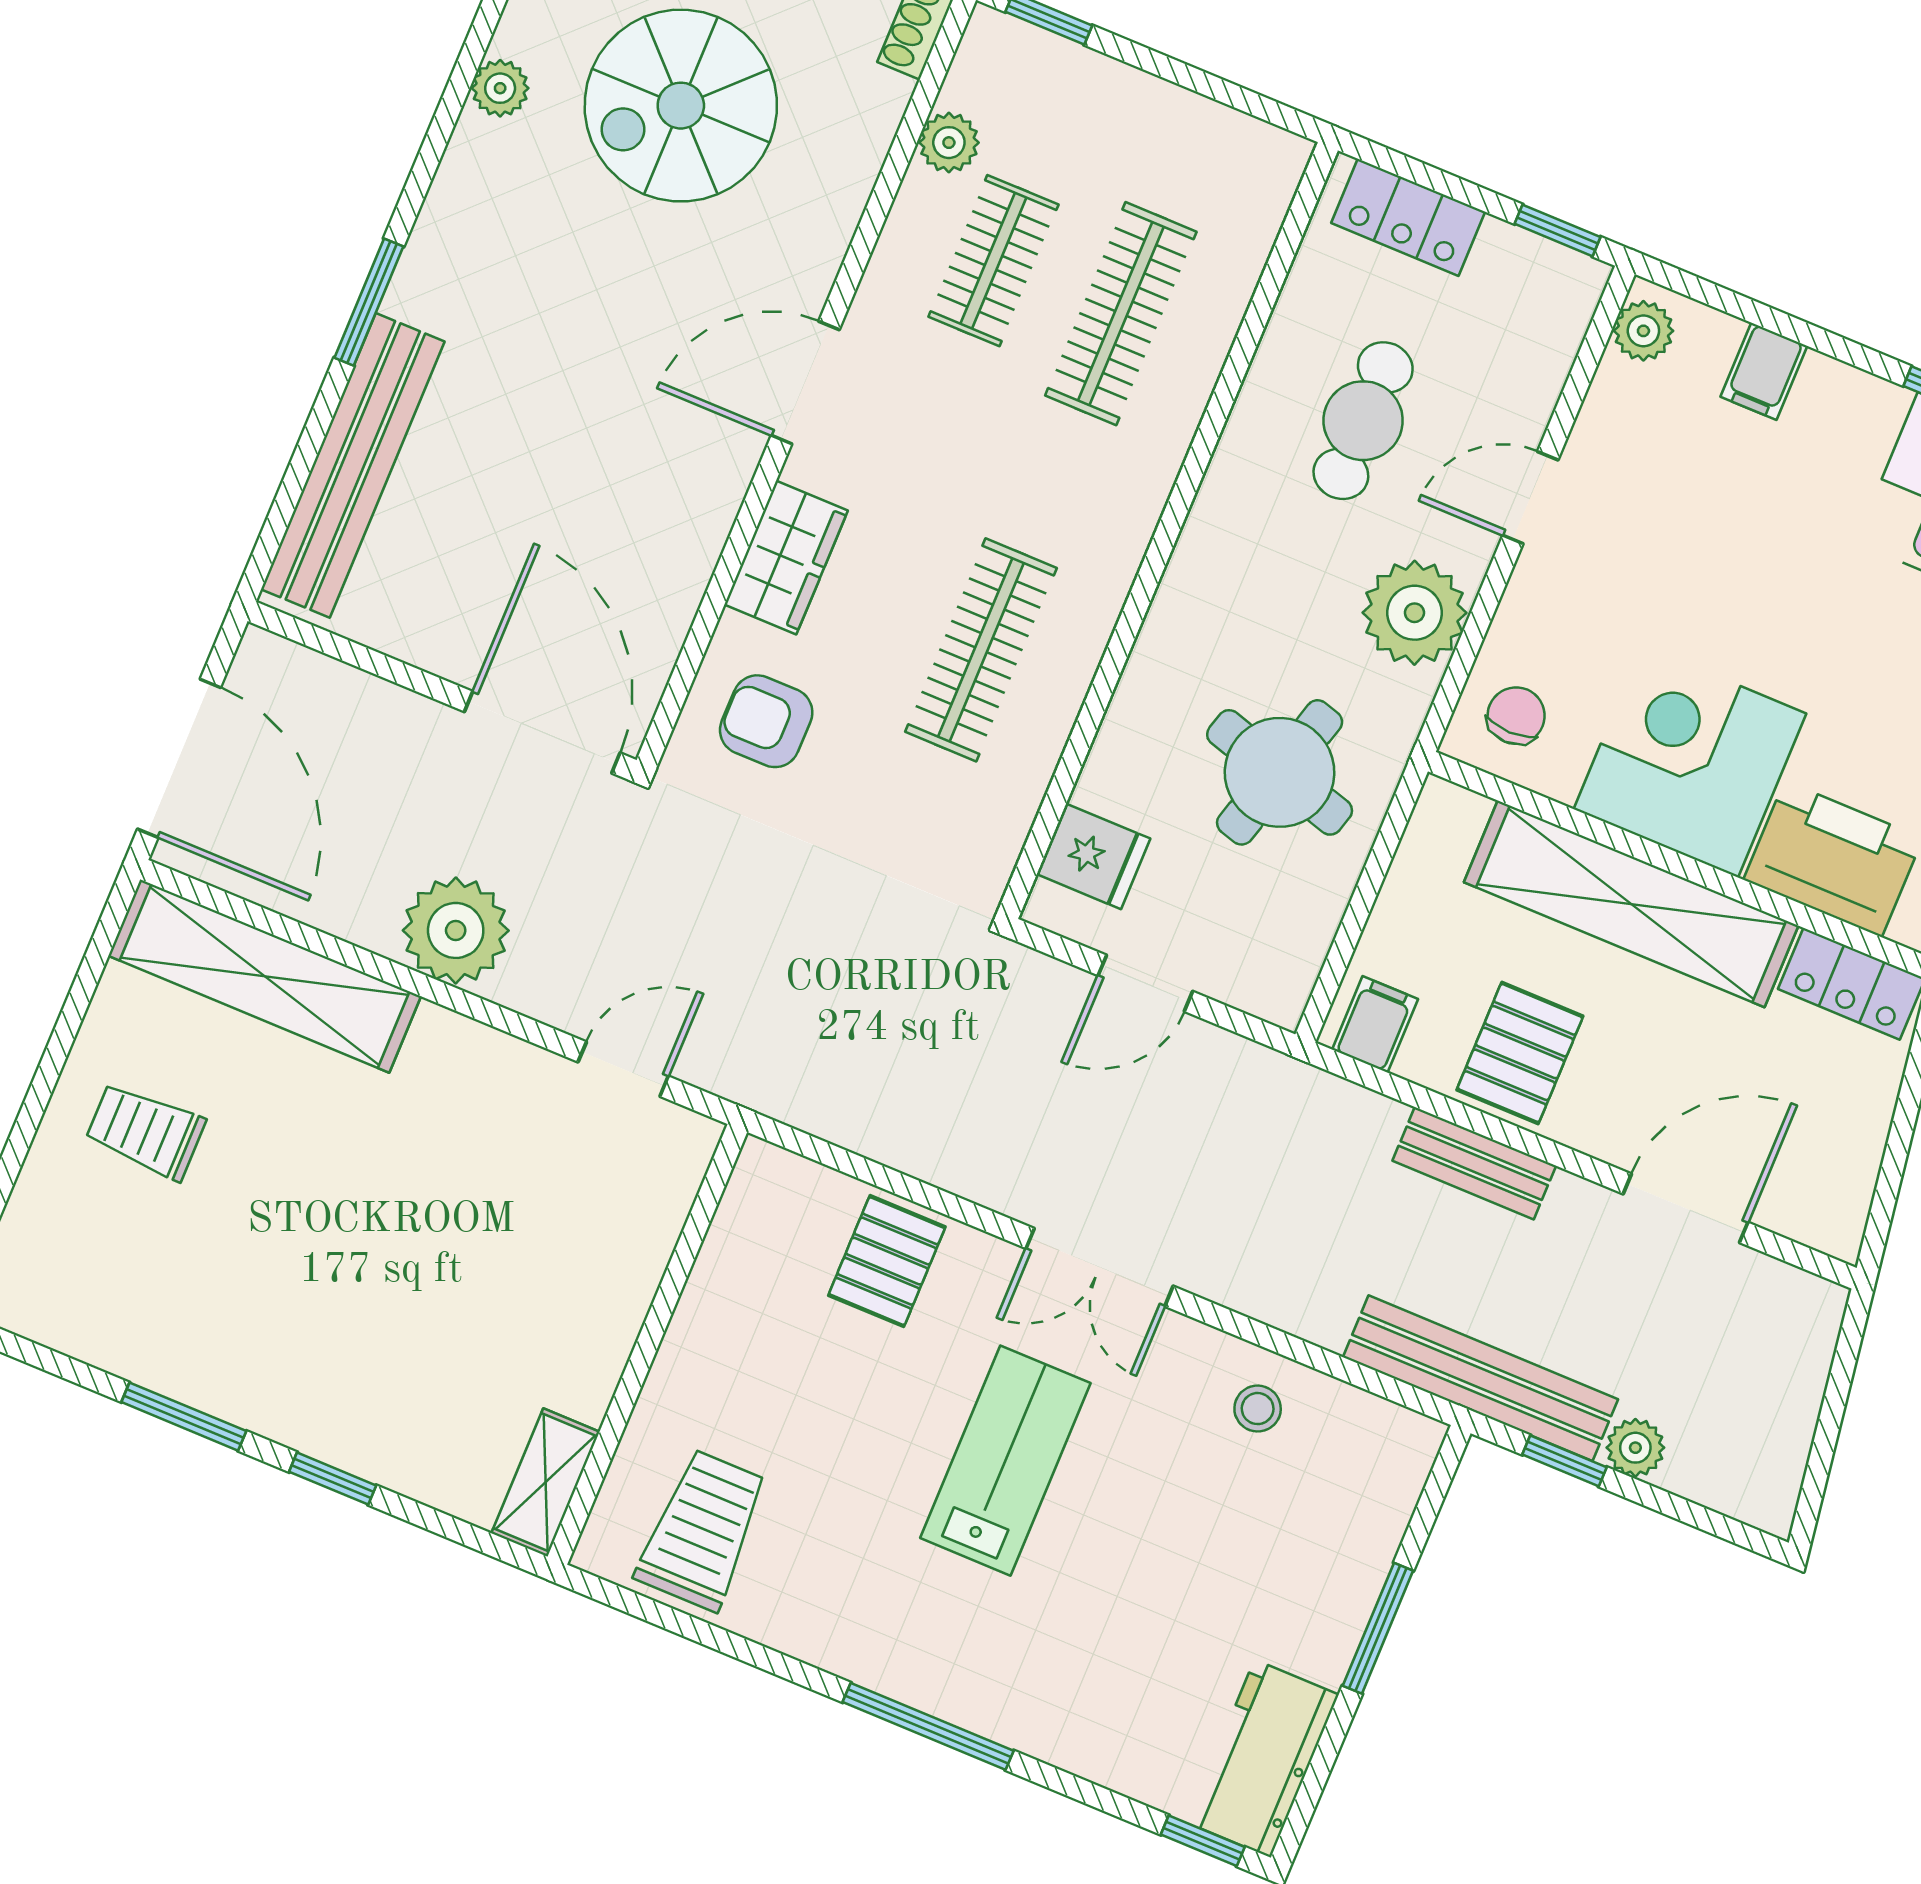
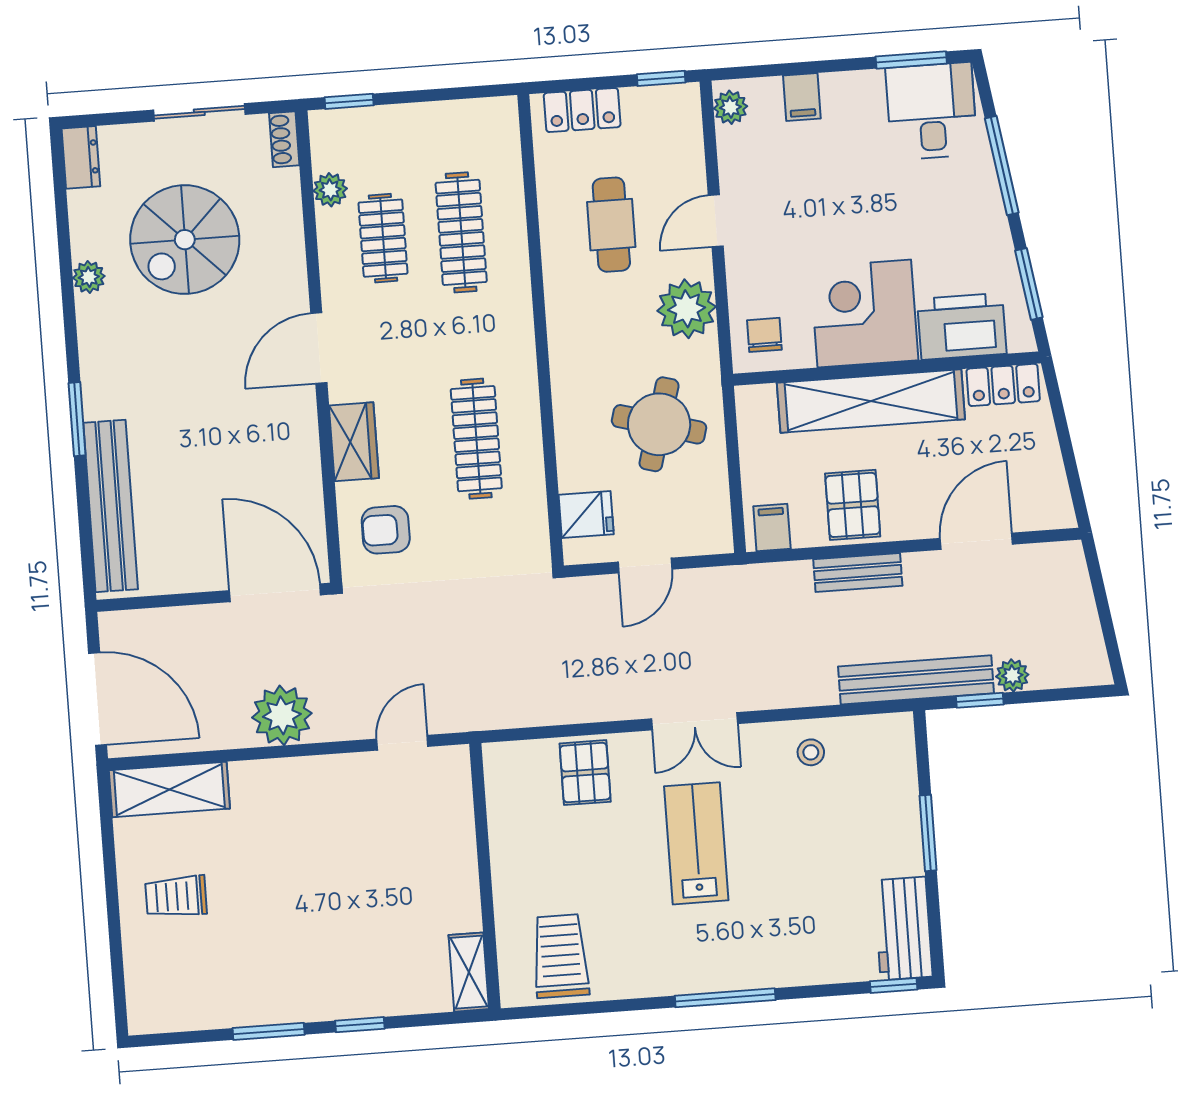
shelving: (265, 976) -> (169, 789), width x0.68

